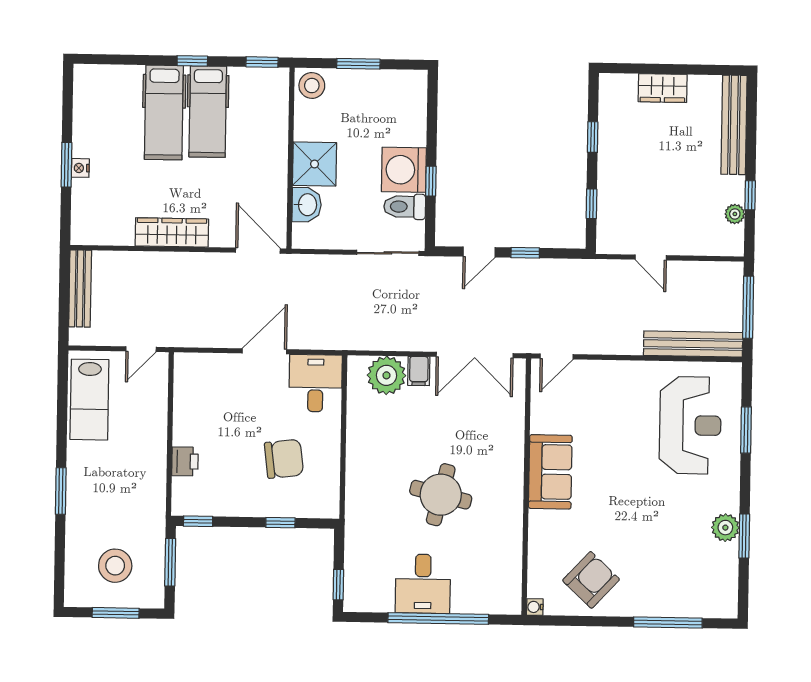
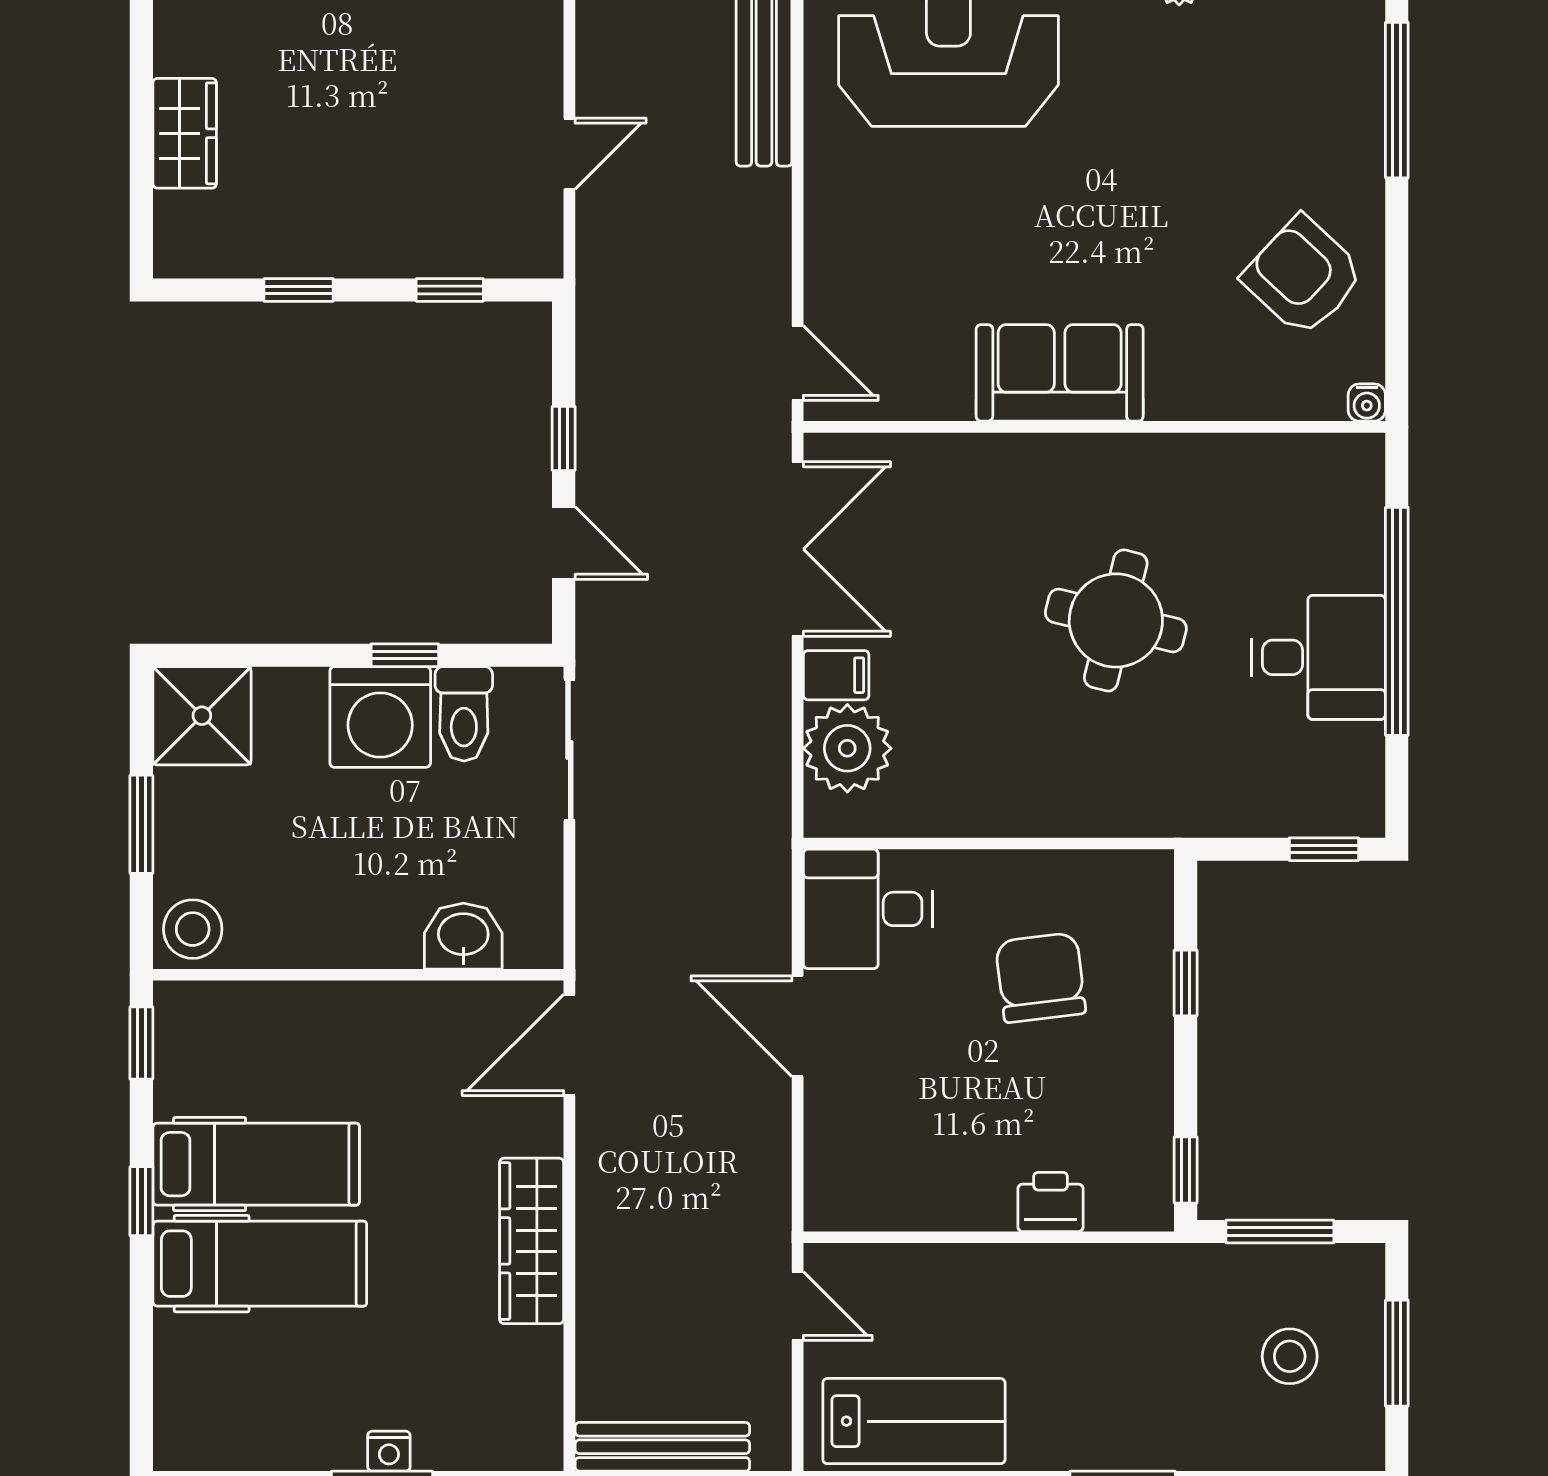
shower: (315, 164) -> (202, 716), moved
stool: (115, 566) -> (1290, 1356), width x0.73, depth x0.73

